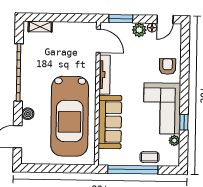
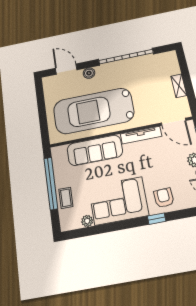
shelving: (40, 27) -> (179, 86), moved
door: (98, 41) -> (174, 122), hinge flipped
armchair: (168, 66) -> (164, 198), turned -93
window: (184, 122) -> (157, 219), moved

